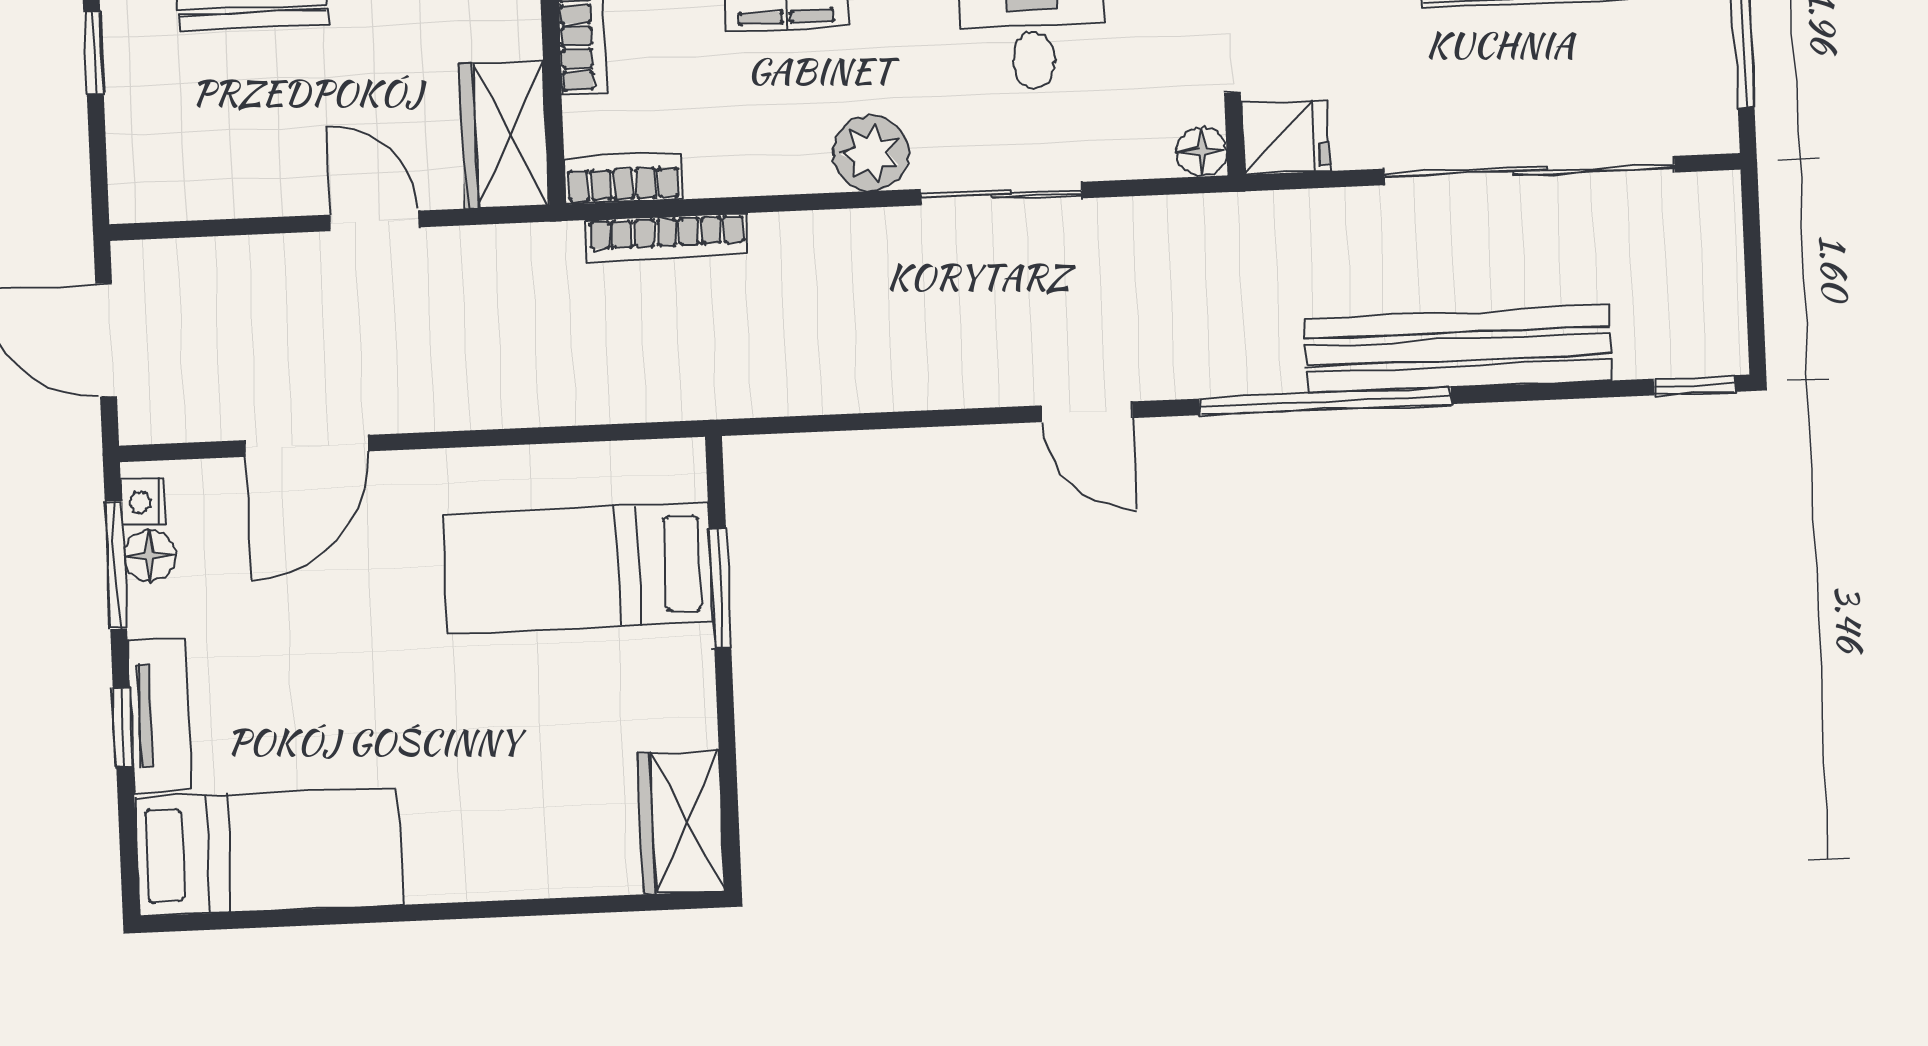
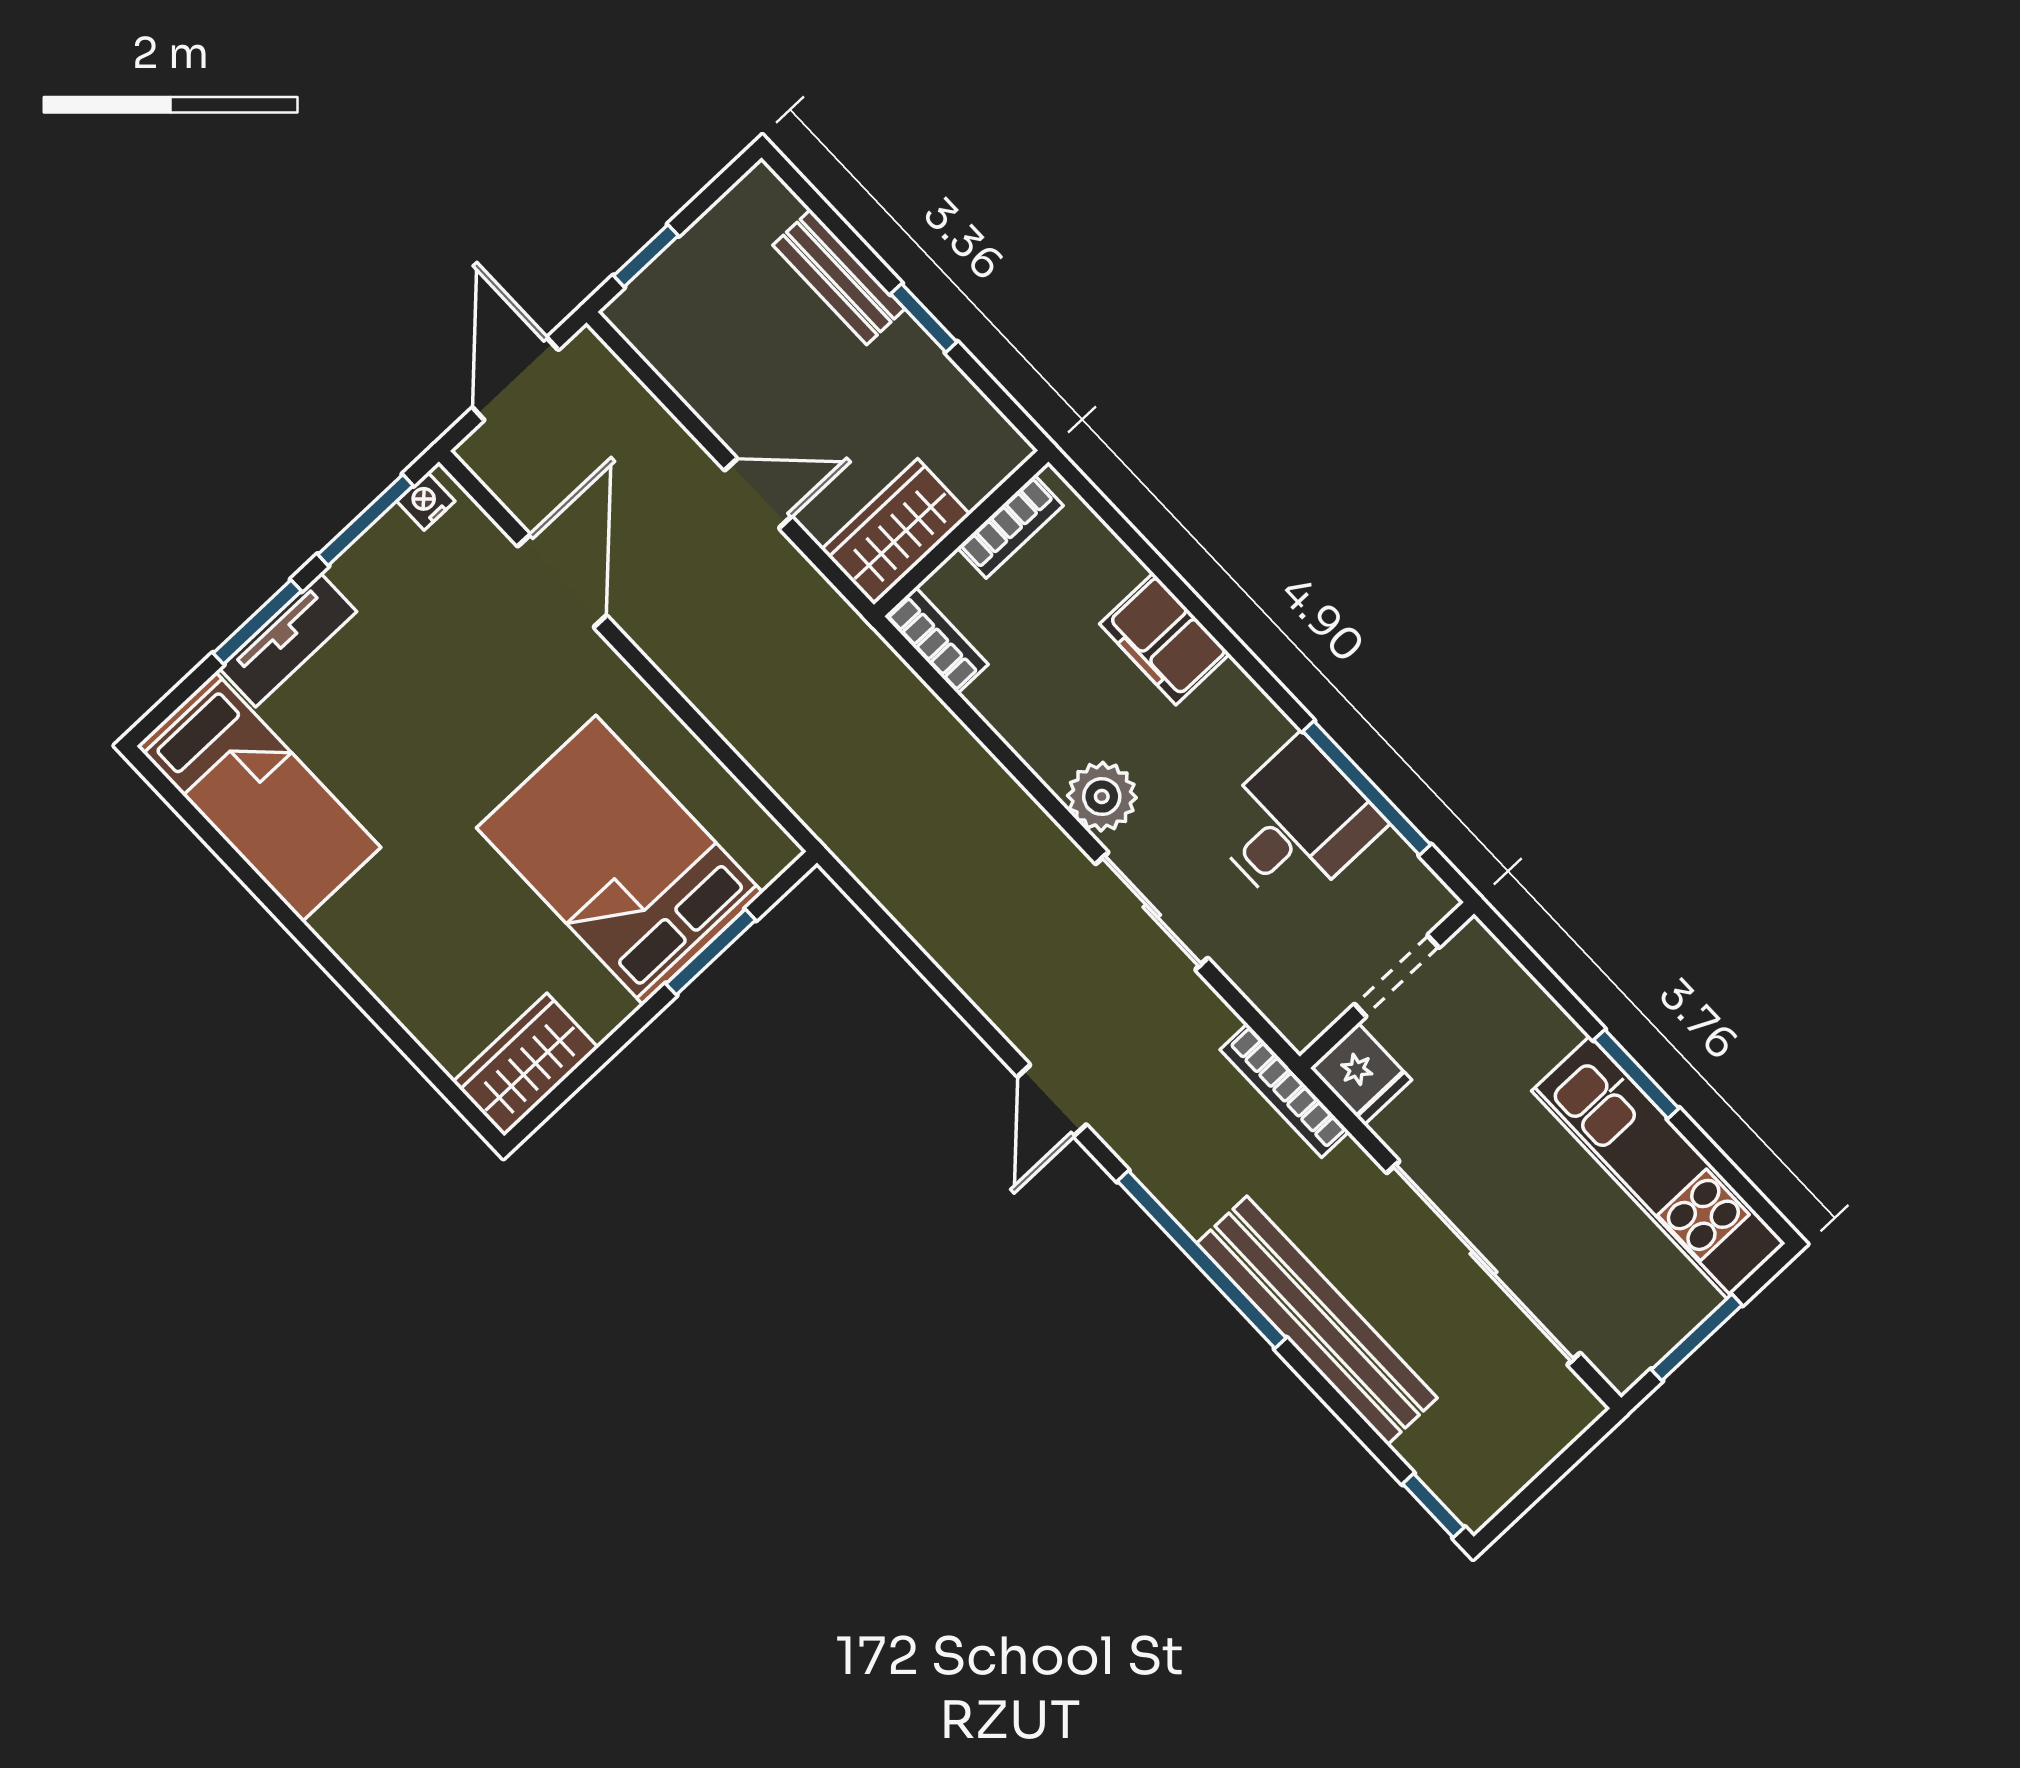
window: (94, 53) -> (646, 256), moved
floor lamp: (1202, 152) -> (1301, 1025), removed
door: (374, 221) -> (758, 493), hinge flipped
bookcase: (667, 237) -> (1285, 1091), moved
door: (307, 446) -> (562, 581), swing flipped
floor lamp: (150, 556) -> (392, 538), removed
bed: (578, 568) -> (620, 860), width x1.50
window: (123, 728) -> (257, 622), width x1.50

